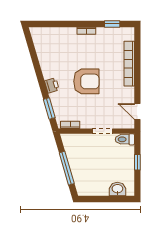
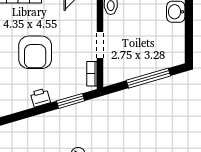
armchair: (86, 81) -> (35, 52), turned 180
doorway: (102, 131) -> (100, 45), moved

